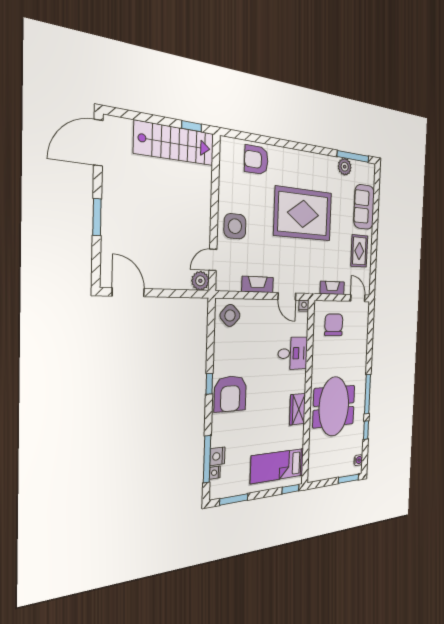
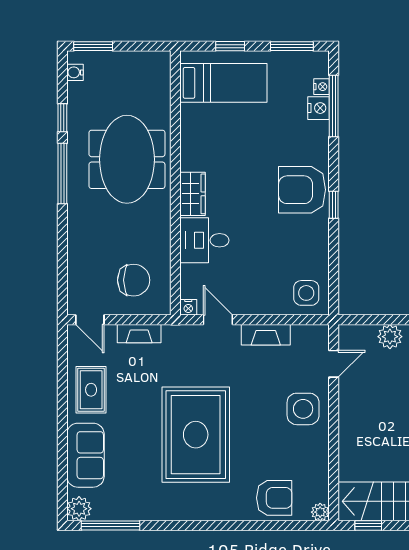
plant: (226, 143) -> (320, 512), added
plant: (345, 167) -> (79, 509), moved
rug: (303, 214) -> (196, 435), turned 90
plant: (200, 281) -> (390, 337), moved
side table: (230, 315) -> (306, 293), turned 45
chair: (334, 325) -> (134, 280), turned -90
armchair: (230, 394) -> (302, 190), turned -90
wardrobe: (298, 409) -> (193, 194), moved
window: (291, 489) -> (230, 46), moved

